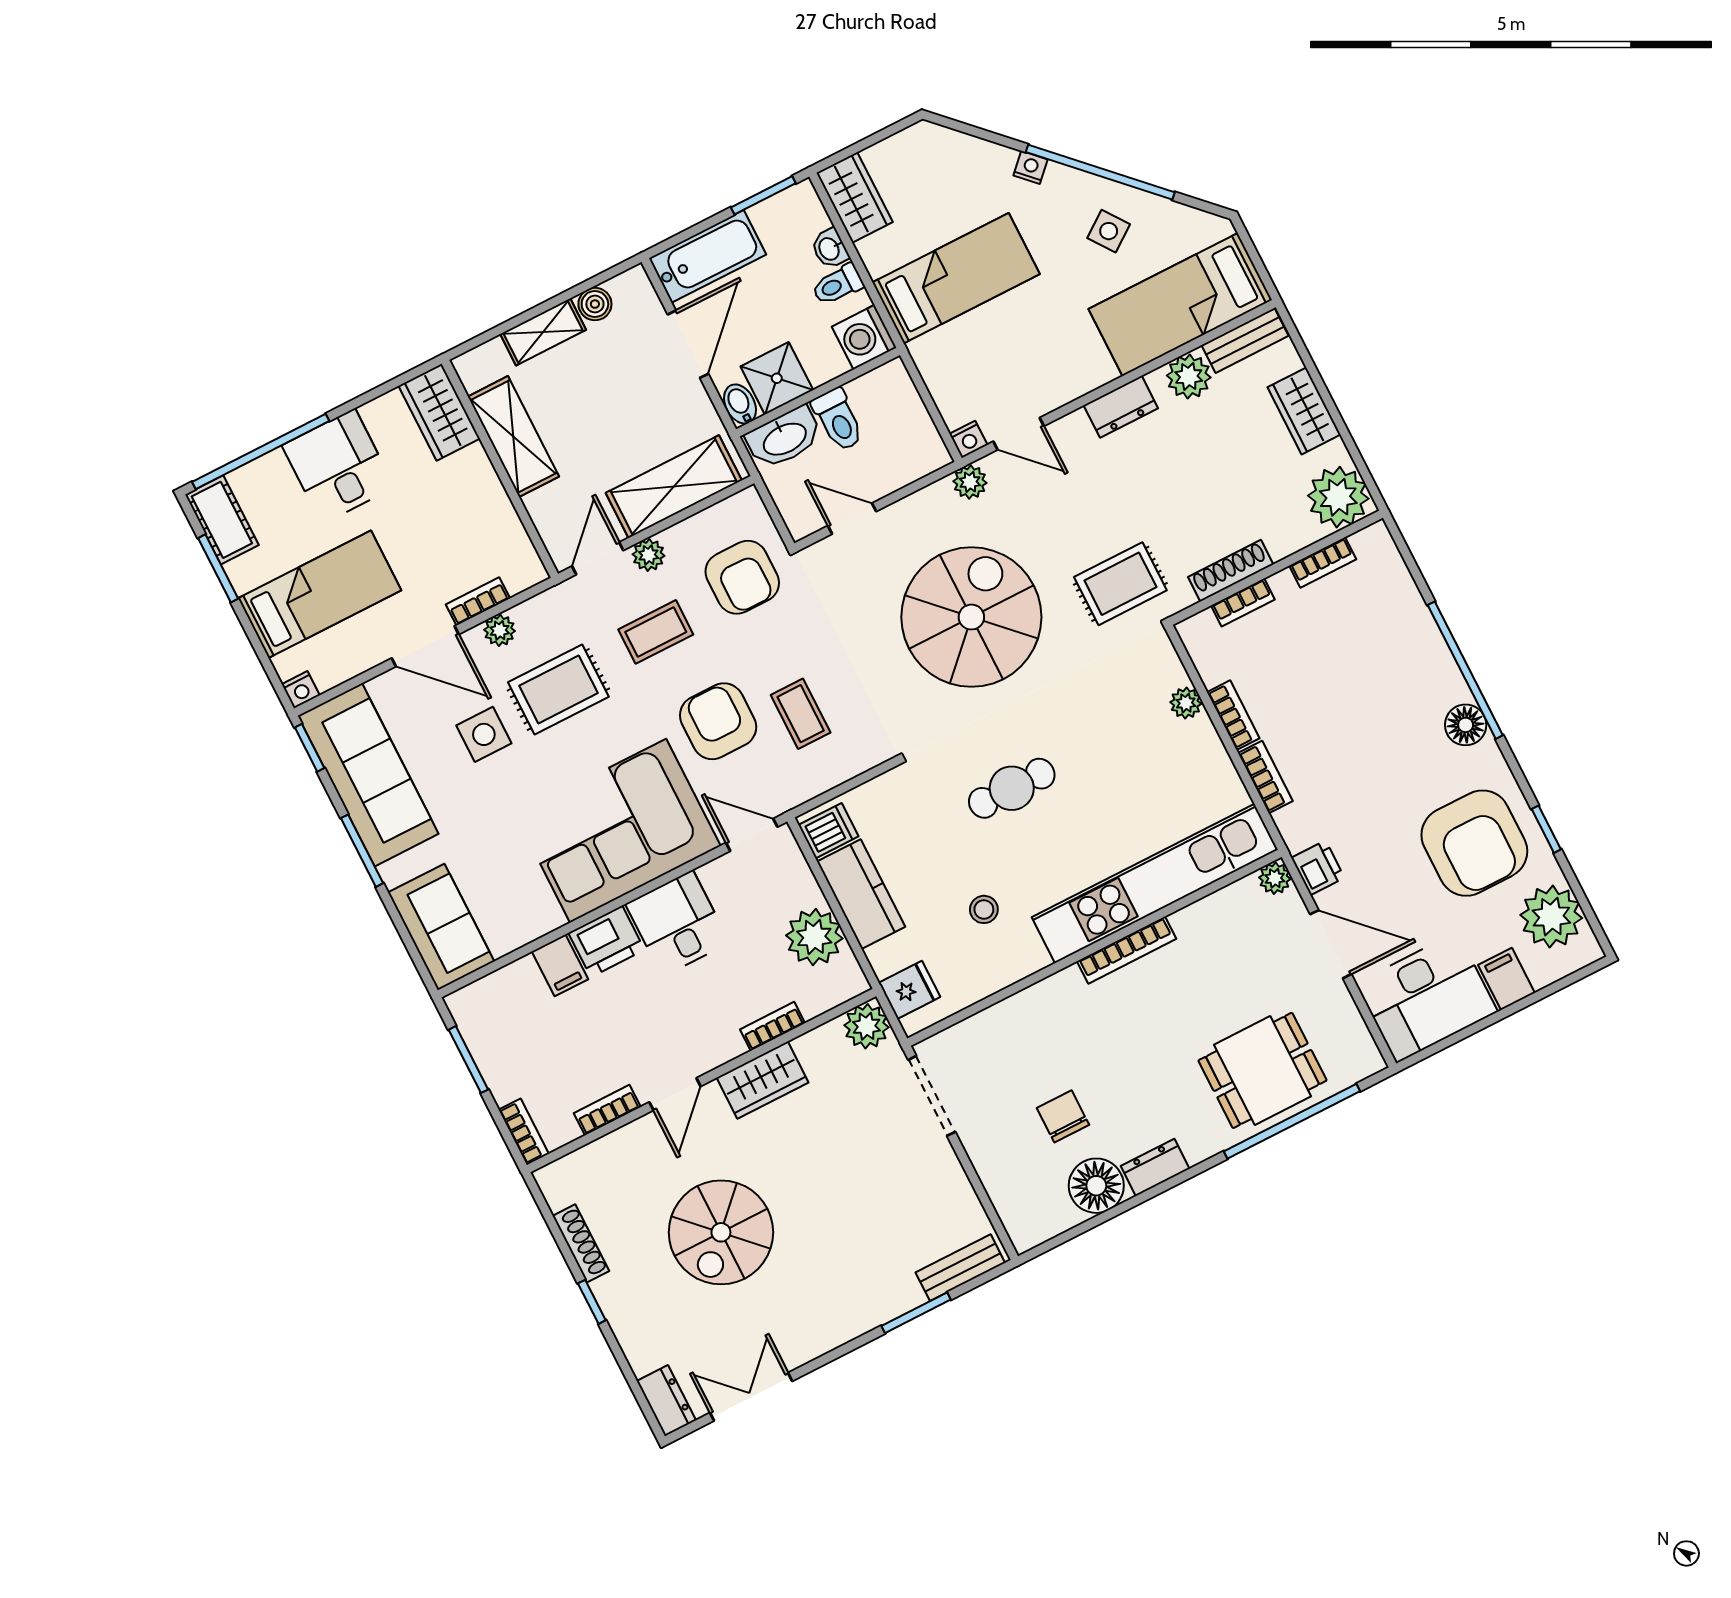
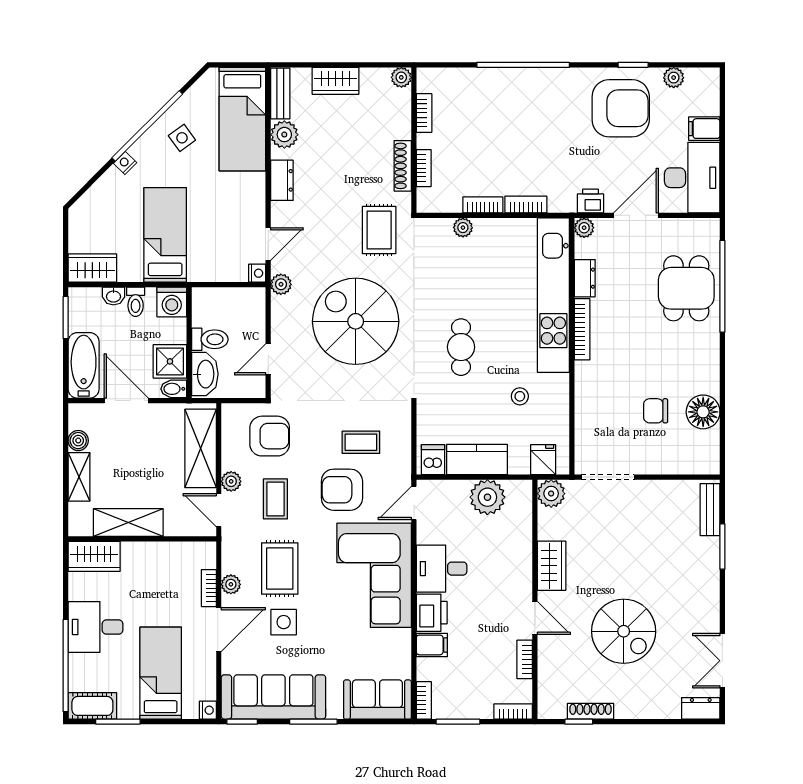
plant: (1338, 497) -> (401, 77), width x0.53, depth x0.53
floor lamp: (1466, 725) -> (553, 80), removed
plant: (1551, 917) -> (674, 78), width x0.53, depth x0.53
bookcase: (772, 1026) -> (424, 700), moved, turned 180
dresser: (1155, 1167) -> (585, 278), moved, turned 180
window: (592, 1302) -> (579, 722), moved

